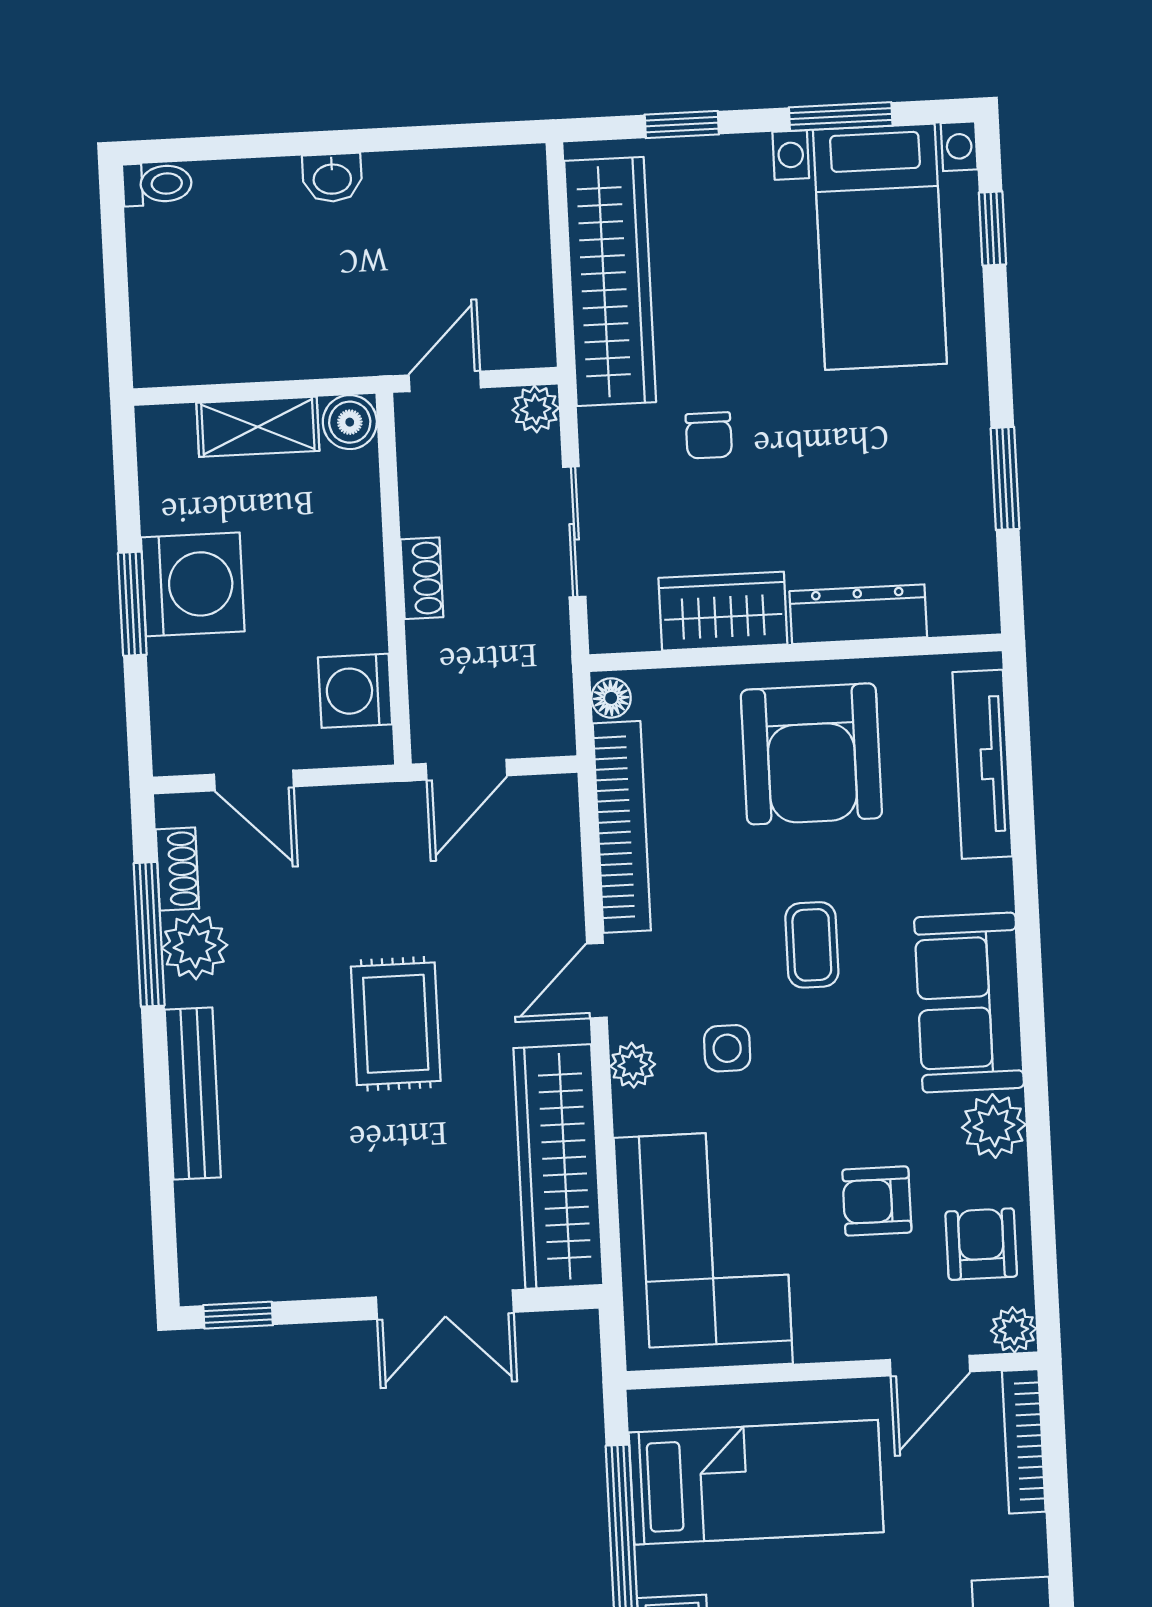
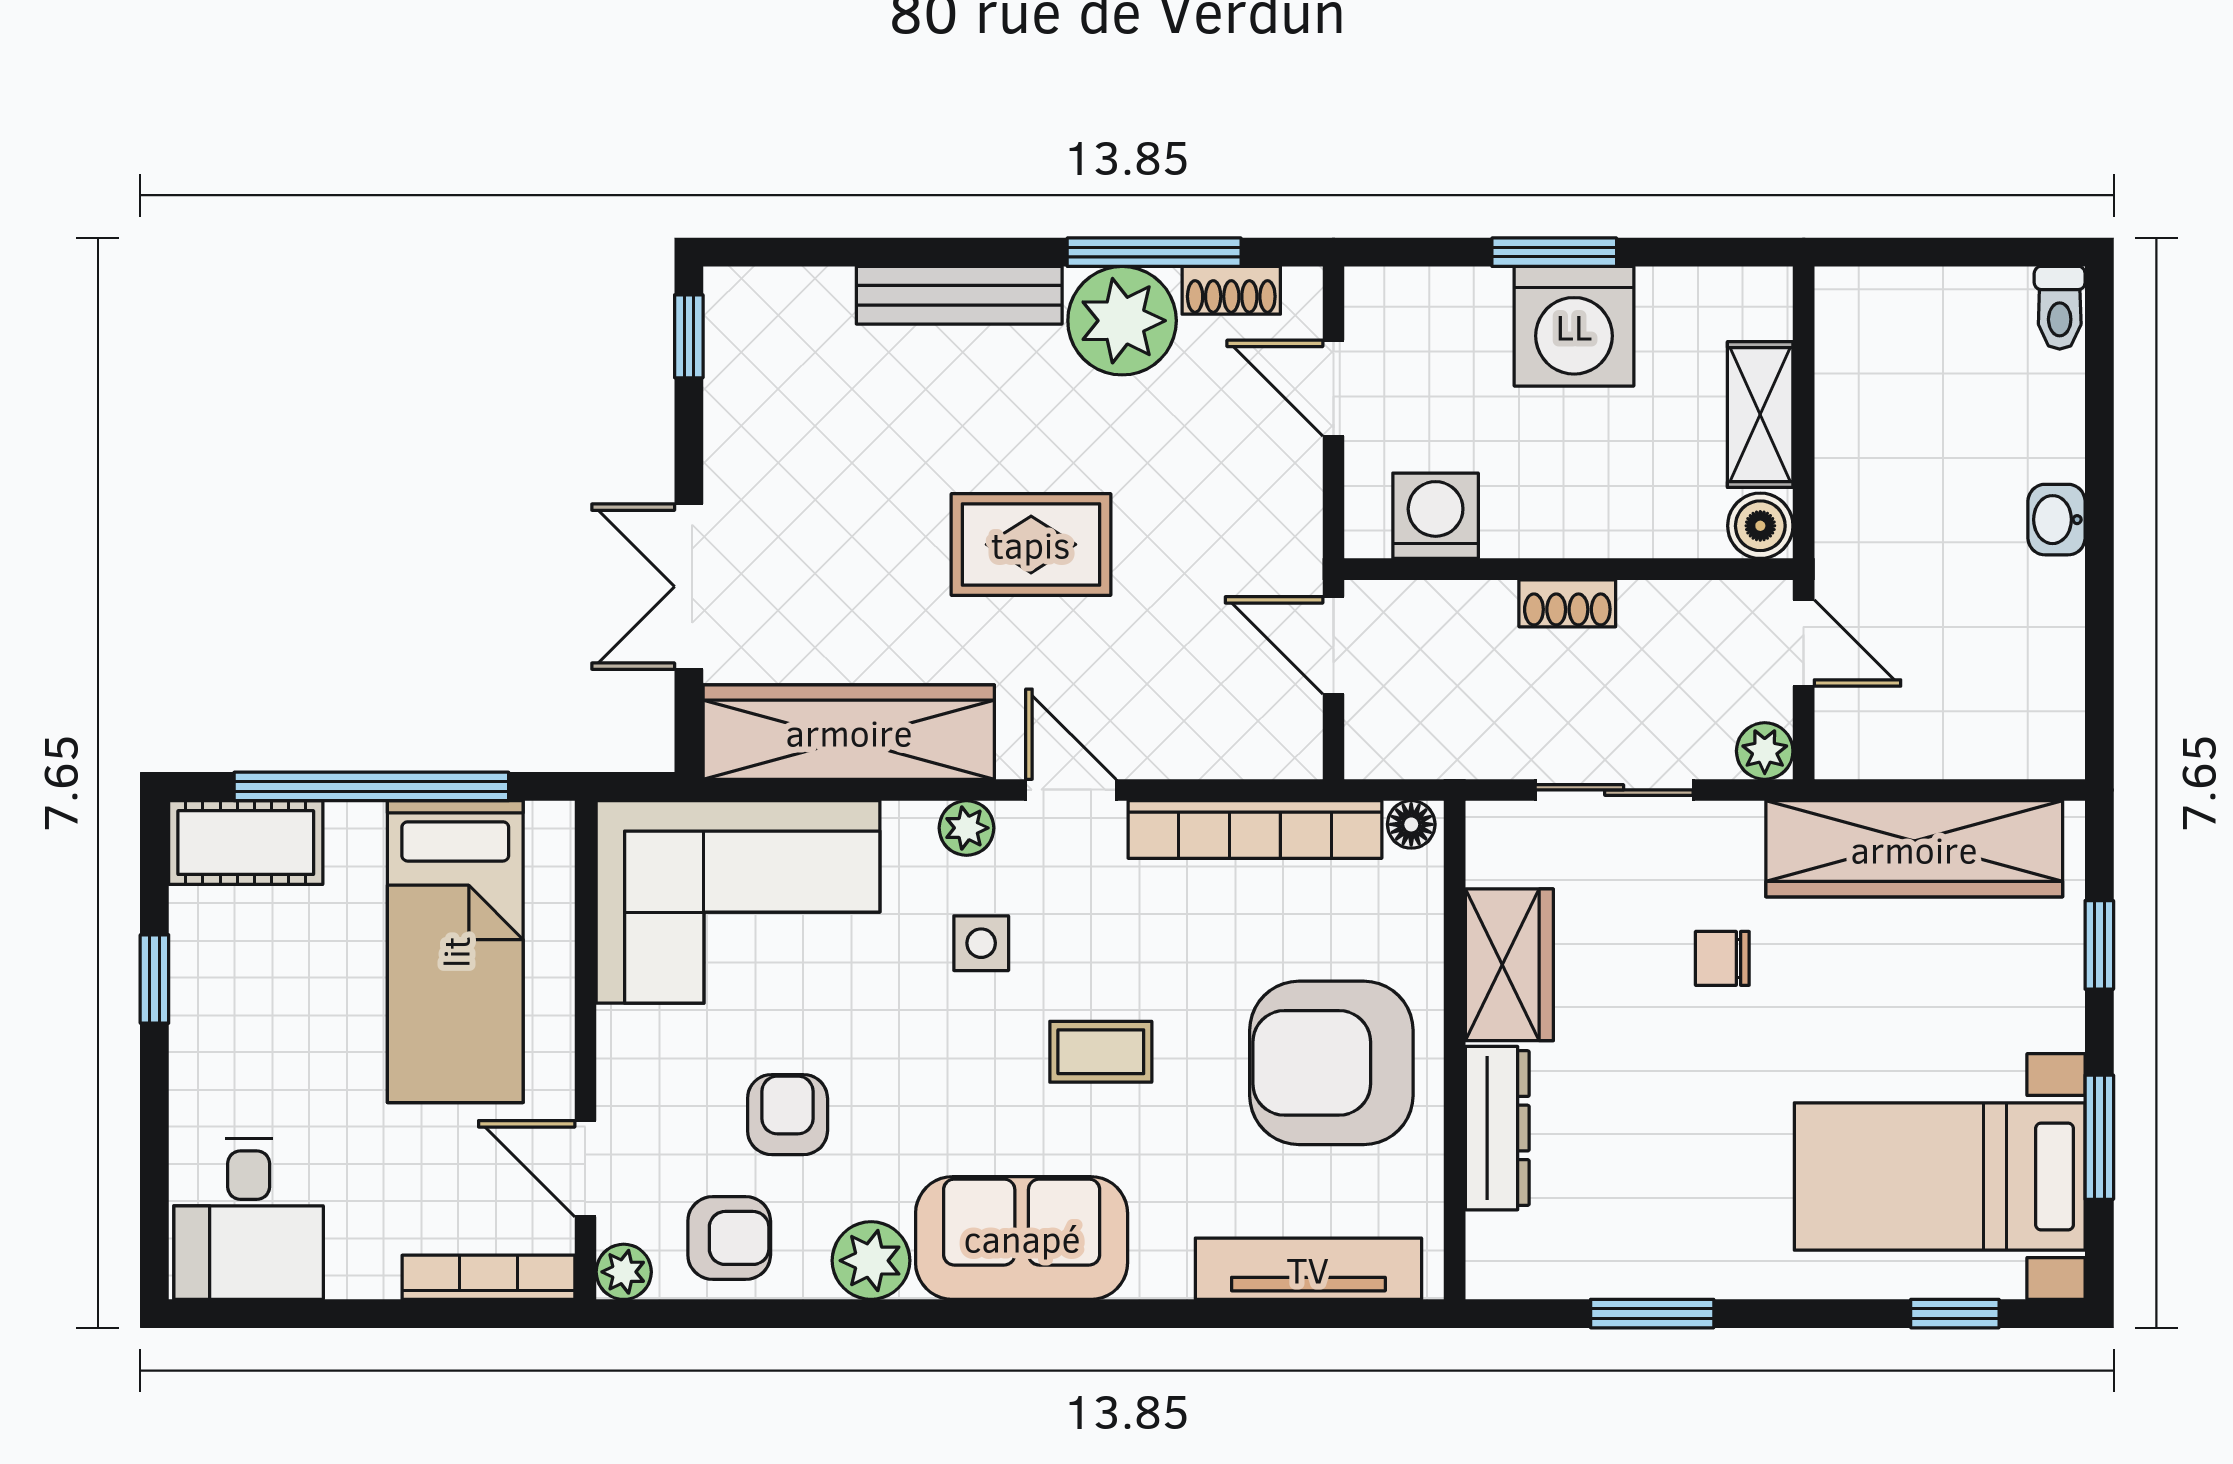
door: (254, 780) -> (1334, 388), hinge flipped
plant: (194, 947) -> (1122, 321), width x1.36, depth x1.36

